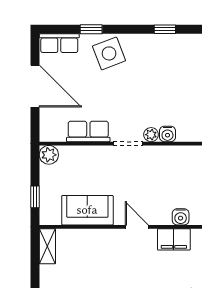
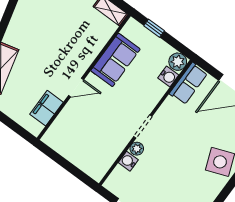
row of seats: (88, 131) -> (188, 83), moved
water cooler: (181, 217) -> (168, 77), moved, turned 180

